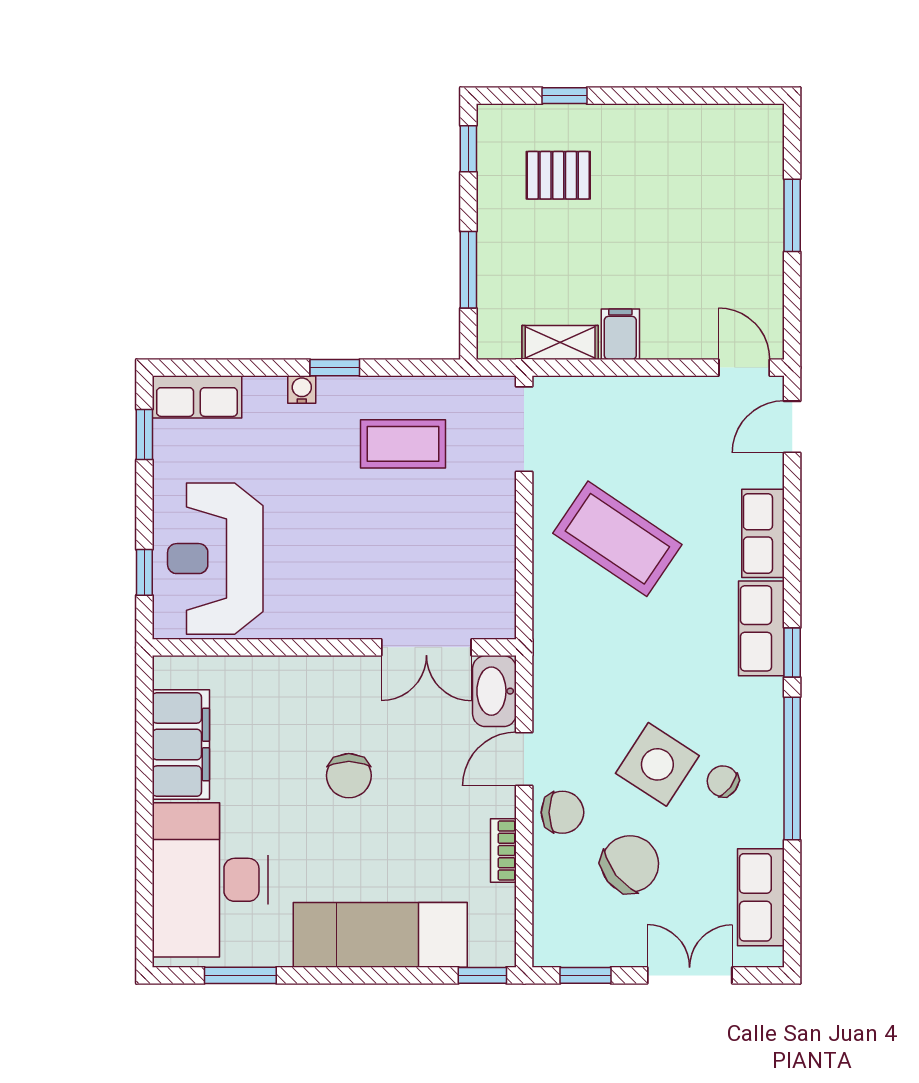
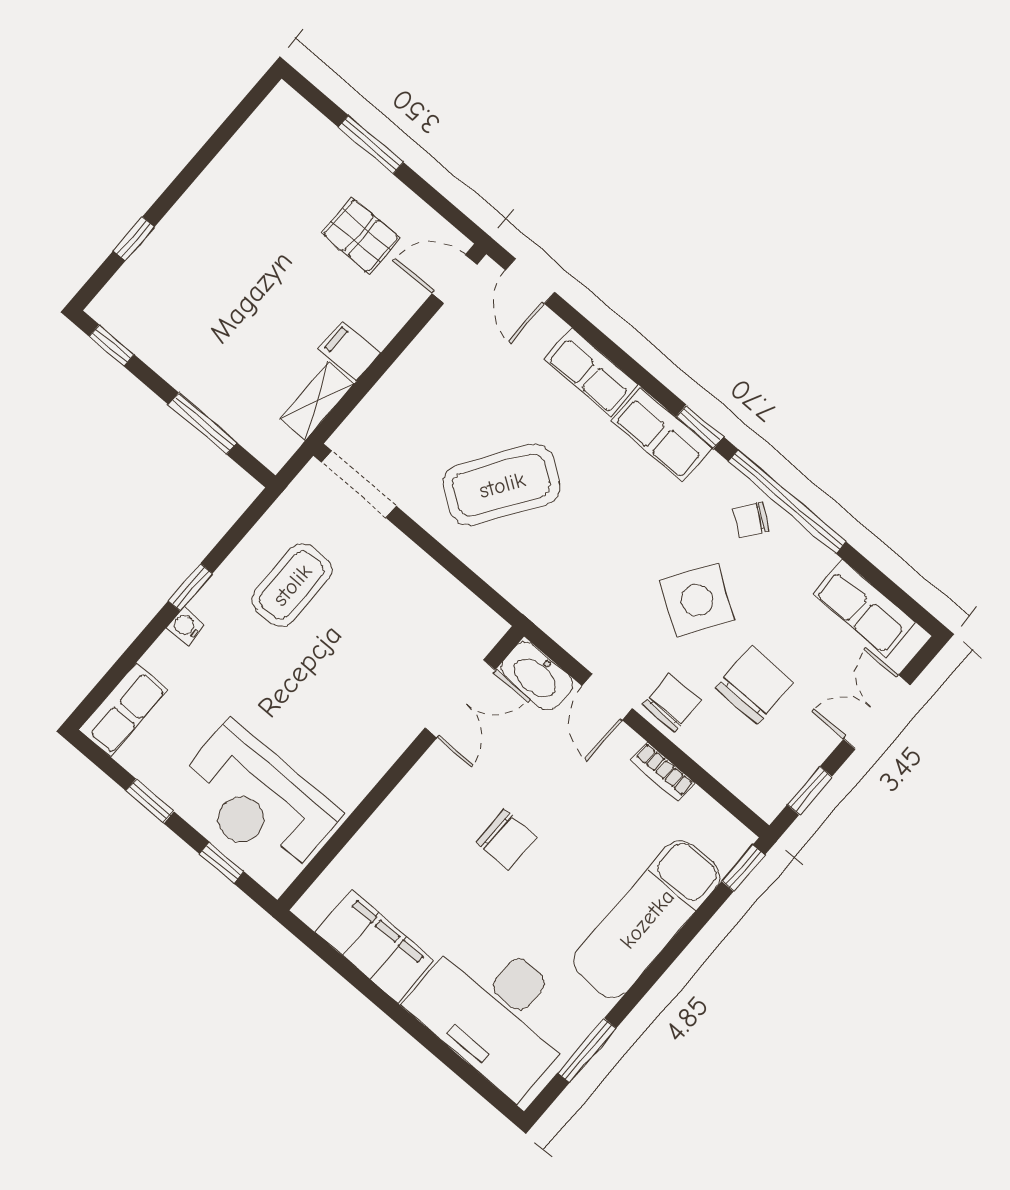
pallet: (558, 175) -> (361, 236), moved, turned 90
window: (144, 435) -> (150, 801), moved
chair: (723, 781) -> (751, 520), moved
chair: (630, 864) -> (754, 685), turned 38

